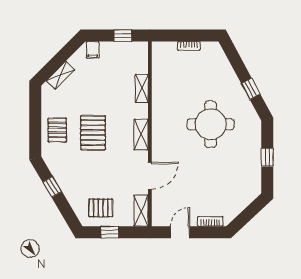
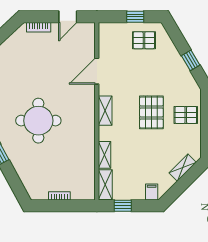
pallet: (57, 130) -> (186, 115), turned 90
shelving: (141, 211) -> (105, 185), moved

